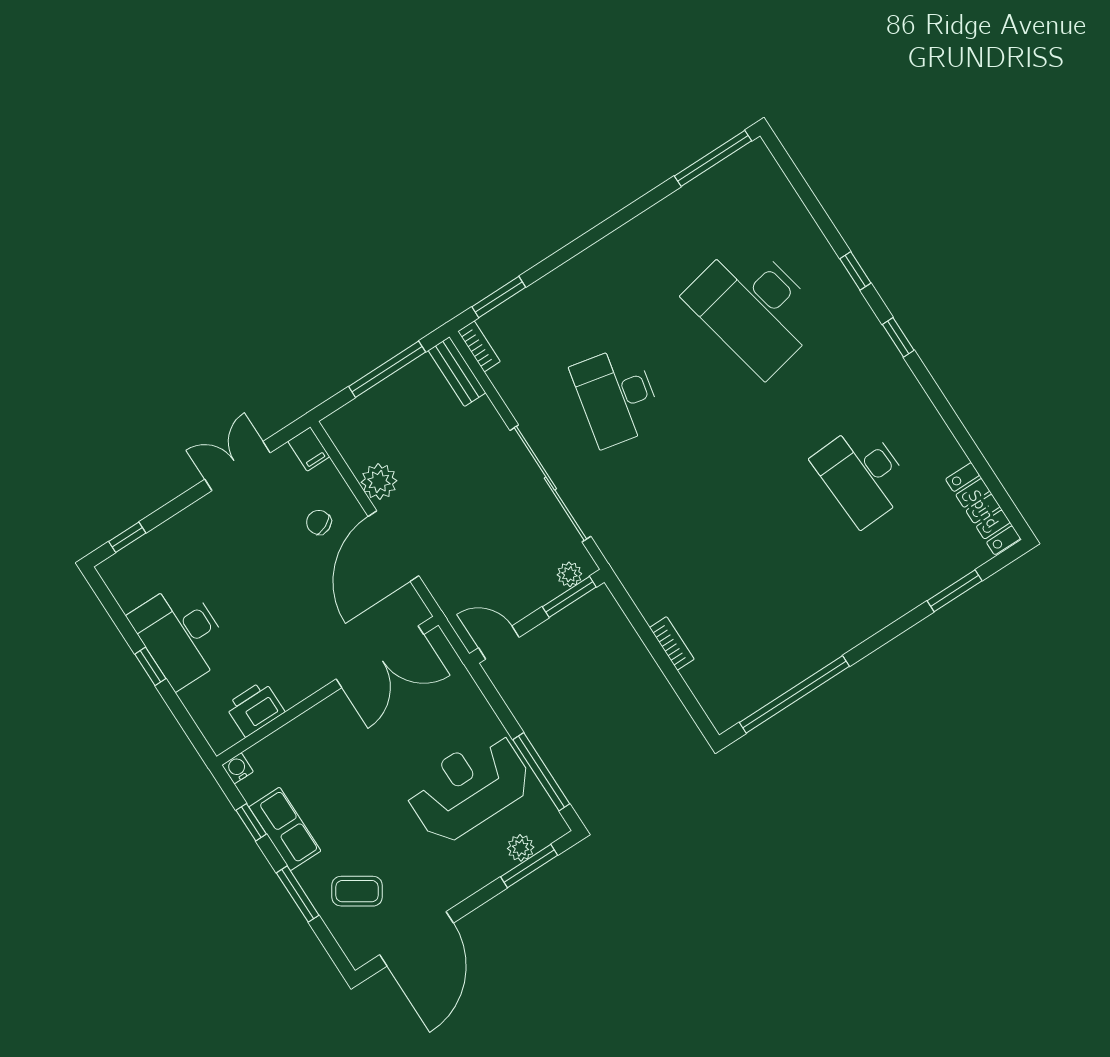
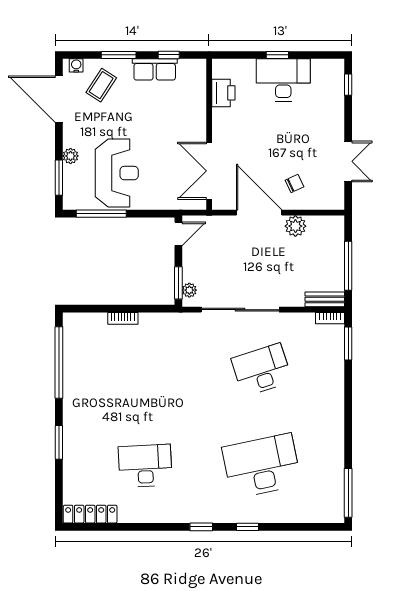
desk: (617, 396) -> (262, 370), turned -30
filing cabinet: (309, 449) -> (334, 202), removed
window: (955, 591) -> (59, 442), moved
water cooler: (238, 768) -> (76, 65), moved, turned -90
plant: (521, 848) -> (71, 156), moved

